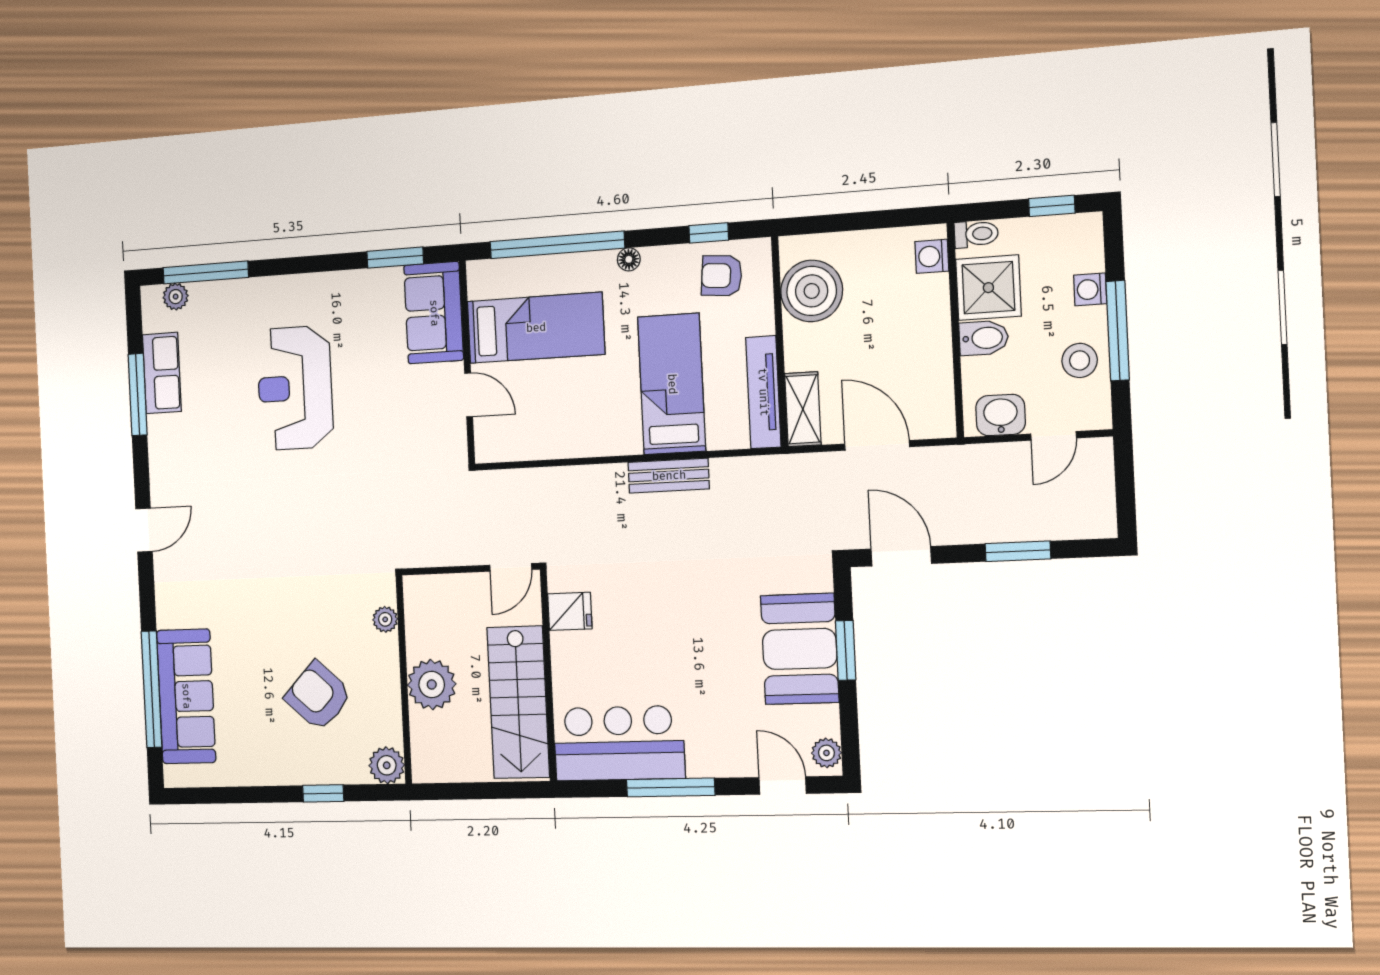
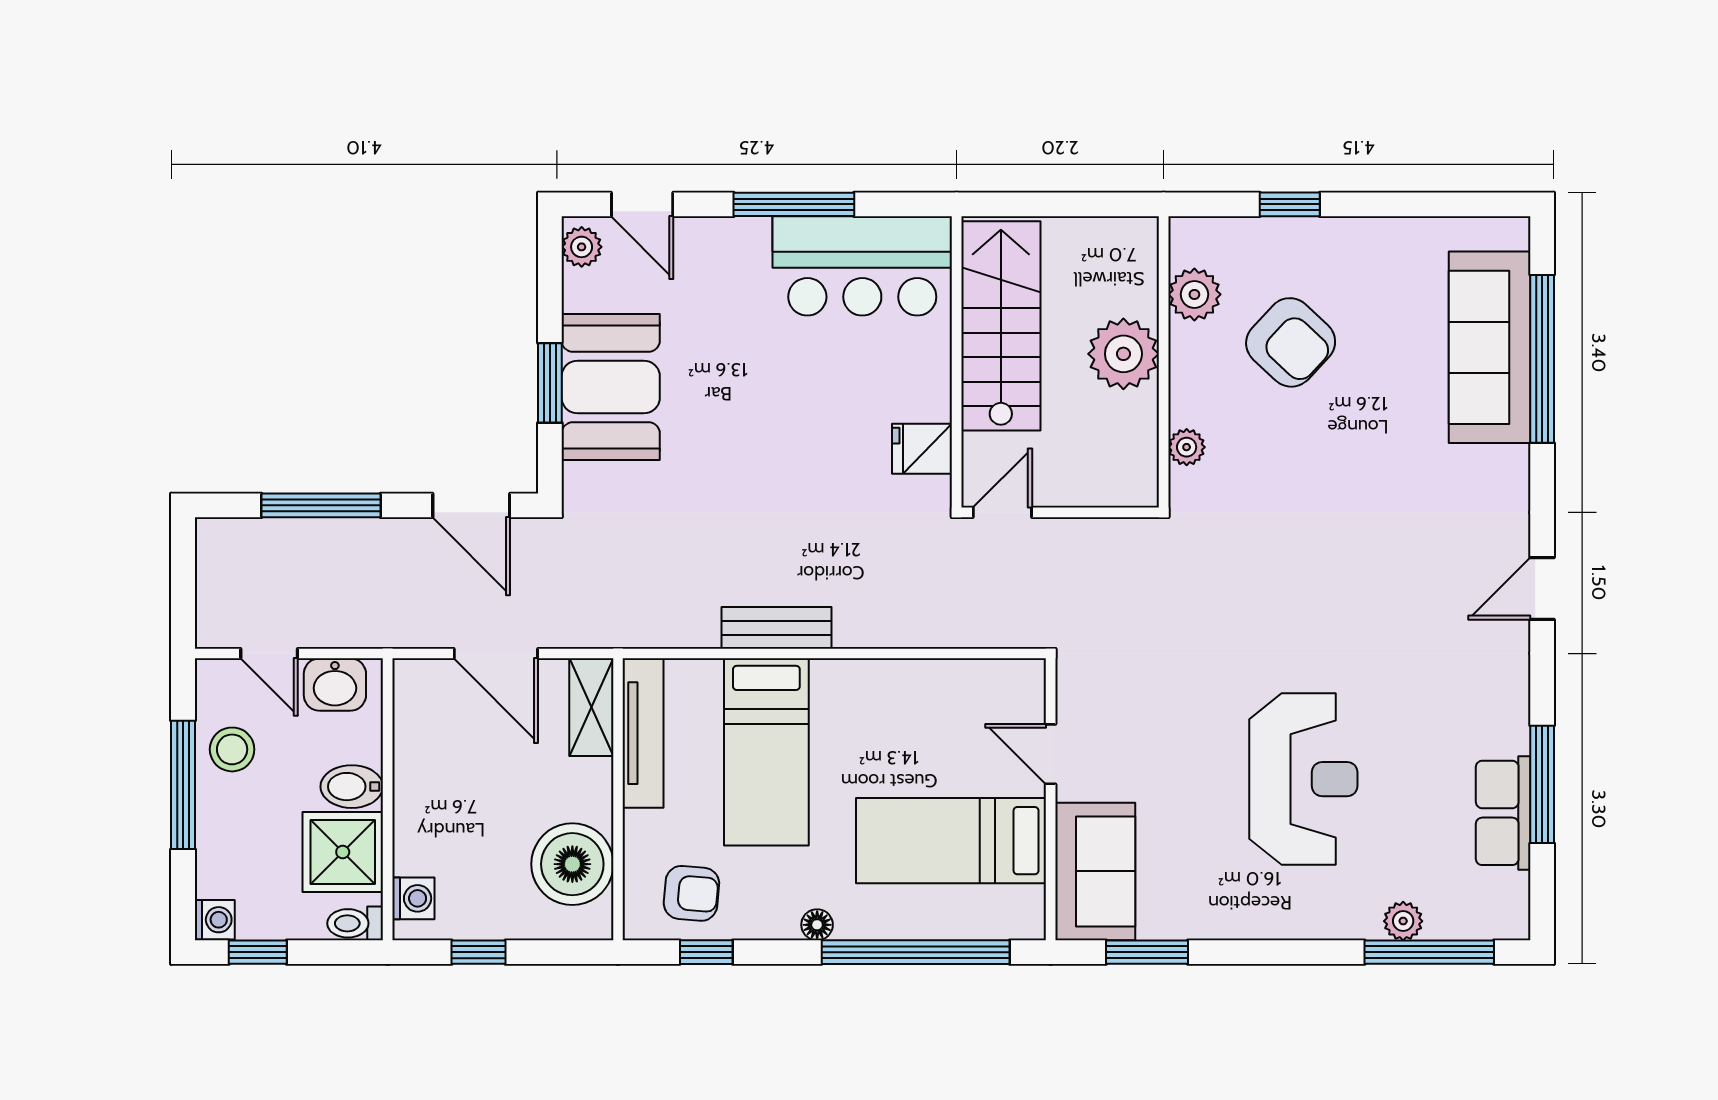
window: (880, 219) -> (479, 952), added
washing machine: (1090, 289) -> (215, 920), moved
plant: (176, 297) -> (1403, 921), moved
door: (1054, 436) -> (269, 654), swing flipped
window: (1018, 551) -> (321, 505), width x1.44
plant: (387, 765) -> (1194, 294), moved

